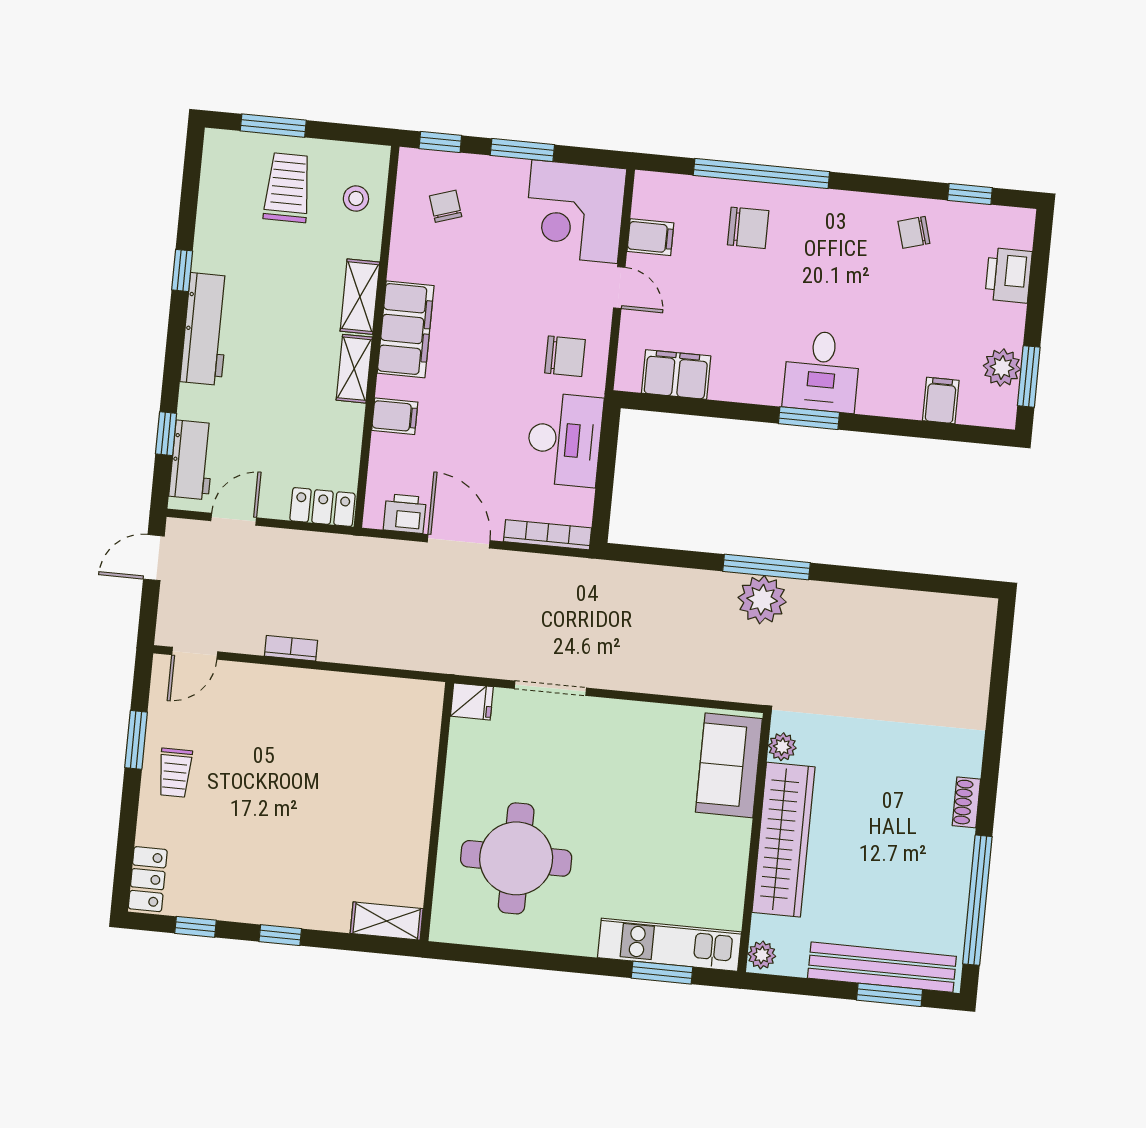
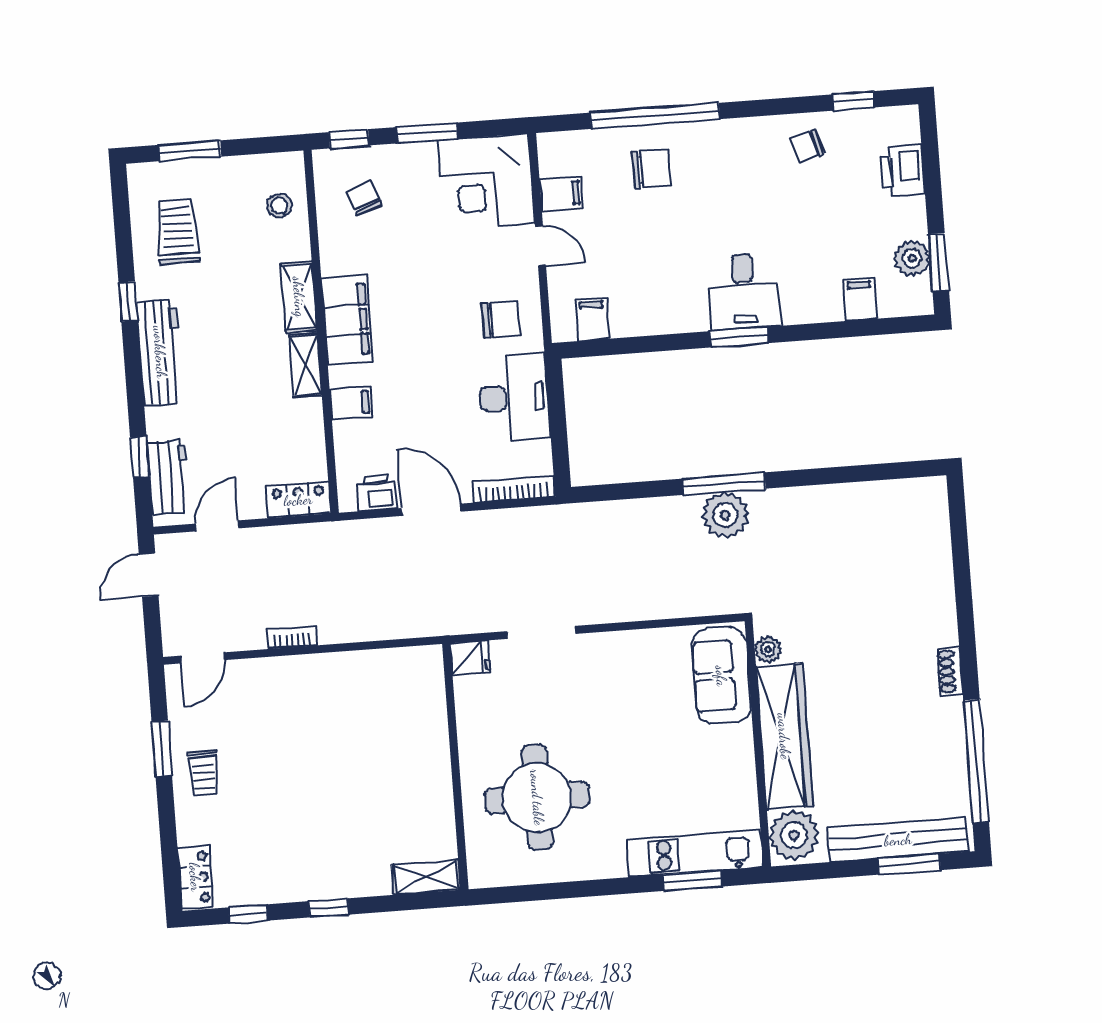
trolley: (287, 188) -> (178, 232), moved
filing cabinet: (676, 375) -> (592, 319), width x0.50
plant: (762, 955) -> (794, 835), width x1.87, depth x1.87

